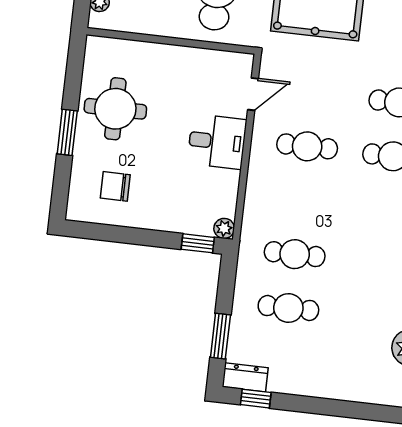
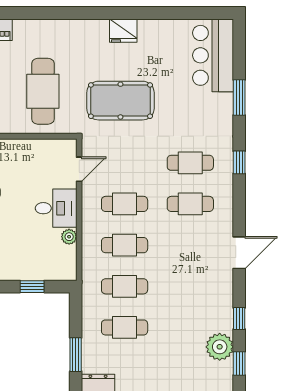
cafe table: (301, 200) -> (125, 245), added
plant: (224, 228) -> (69, 237), moved
window: (198, 243) -> (32, 287), moved

